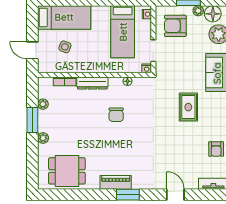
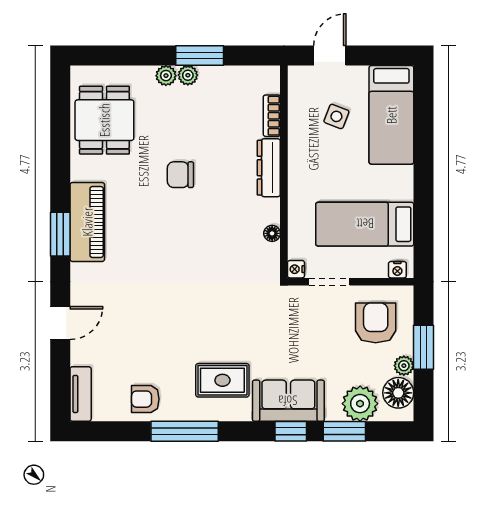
plant: (43, 104) -> (188, 75), moved
rug: (188, 107) -> (222, 380), moved
chair: (116, 115) -> (180, 175), moved
piano: (116, 182) -> (87, 222), width x1.37, depth x1.33

